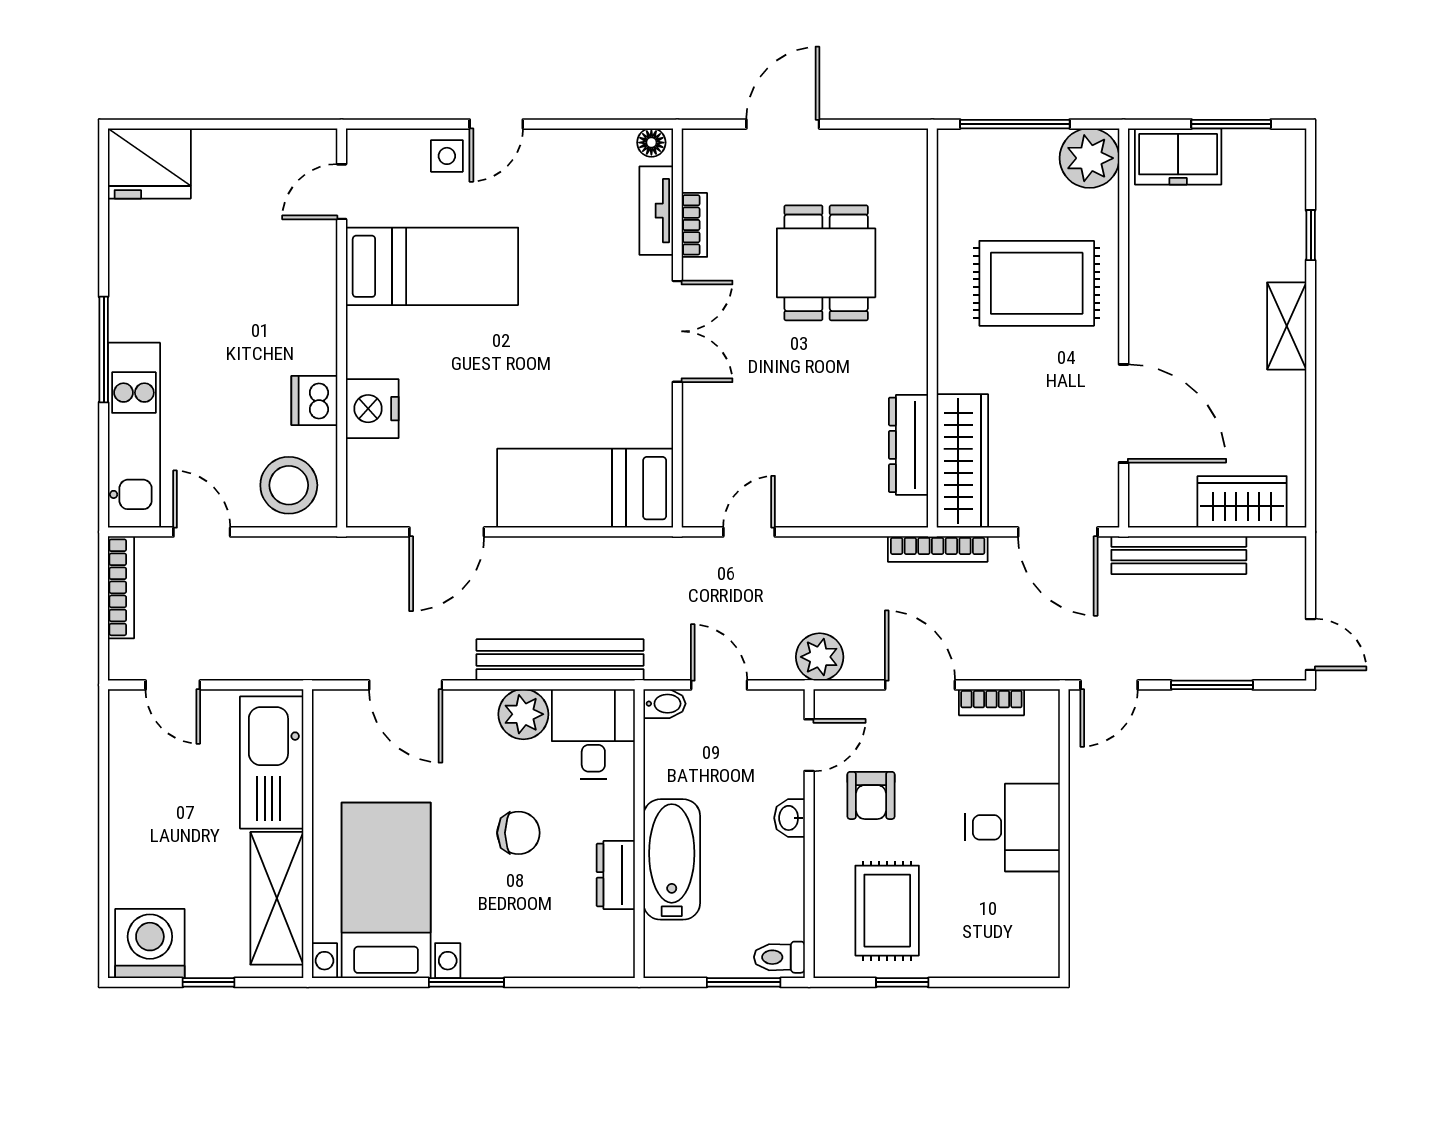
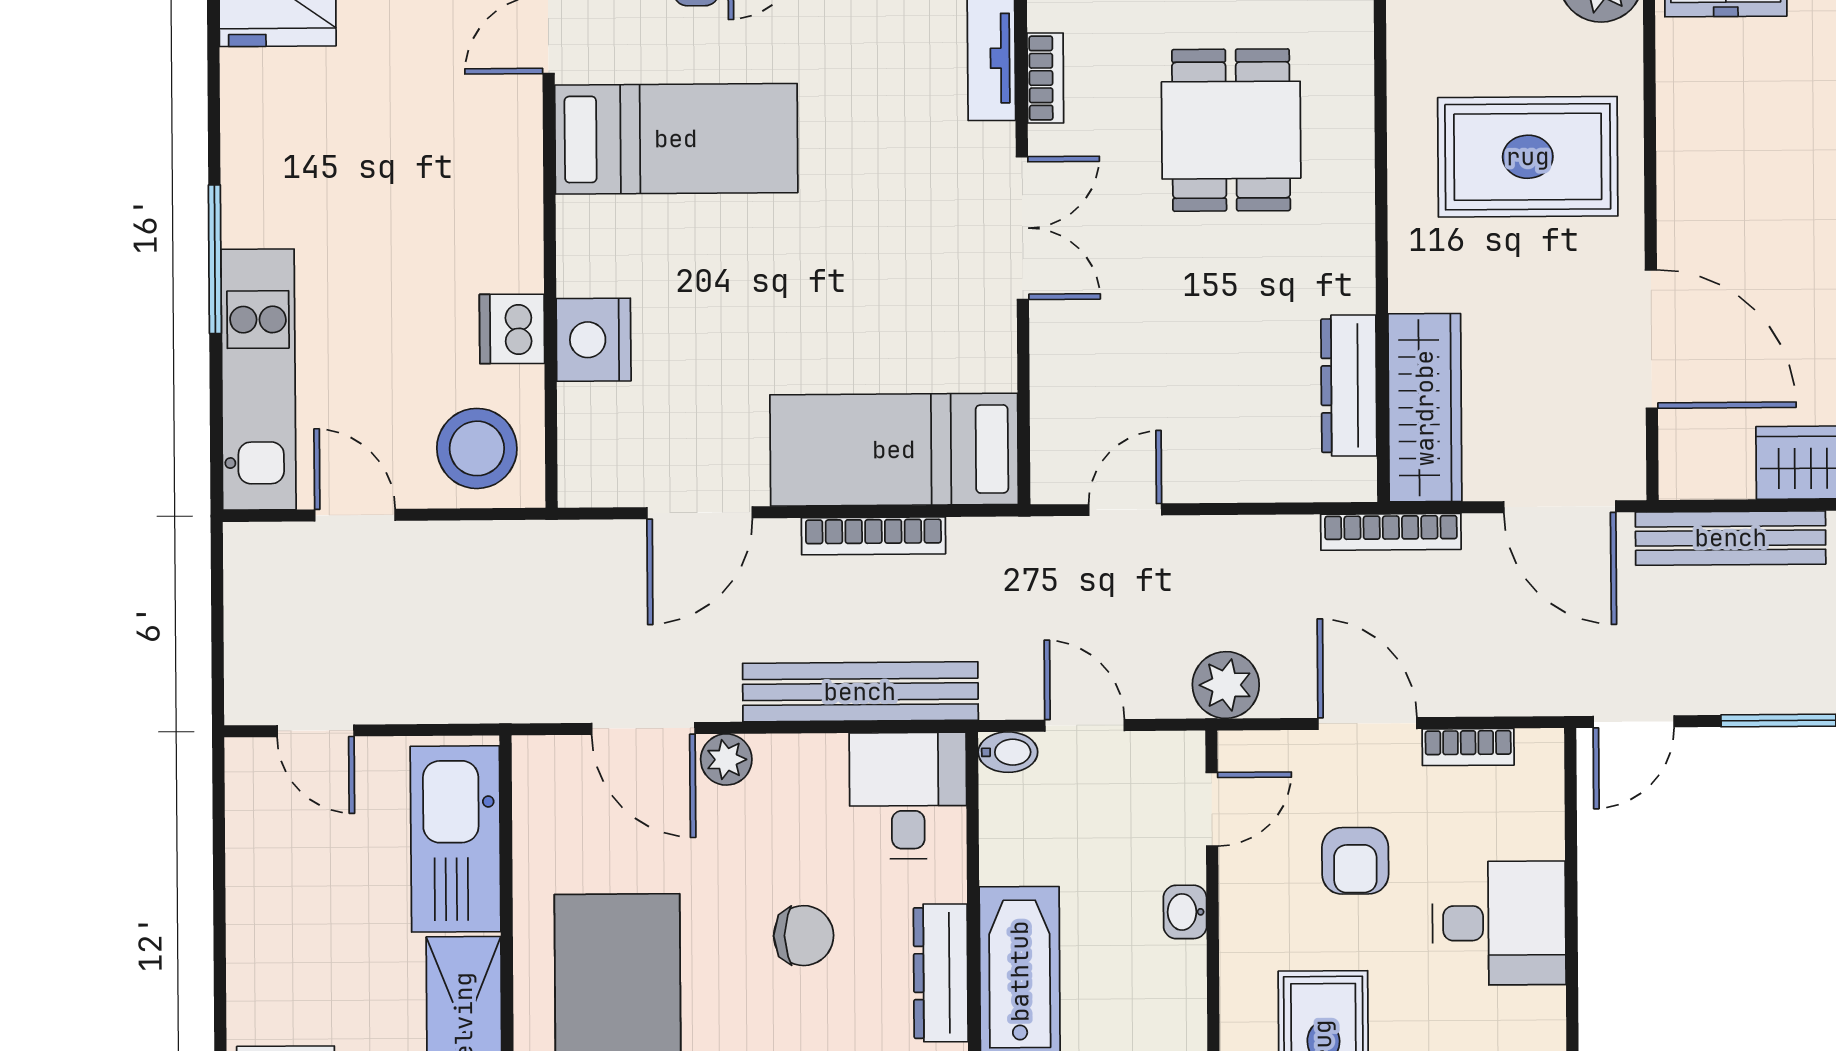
bookcase: (121, 587) -> (873, 536), moved, turned 90
plant: (523, 714) -> (726, 759), moved, width x0.73, depth x0.73
armchair: (871, 795) -> (1355, 861), moved
dresser: (616, 875) -> (941, 973), width x1.44

